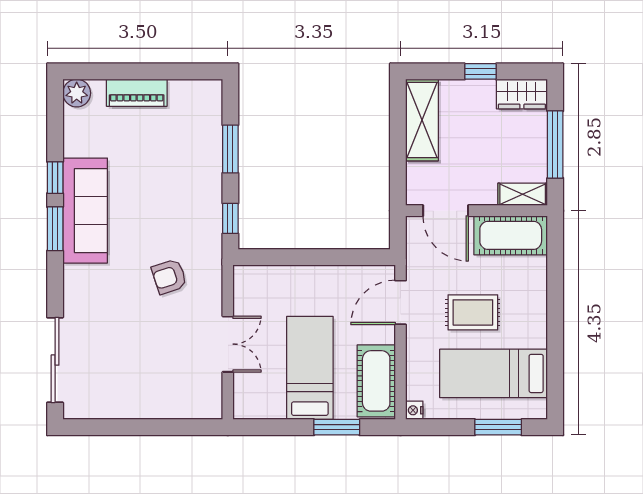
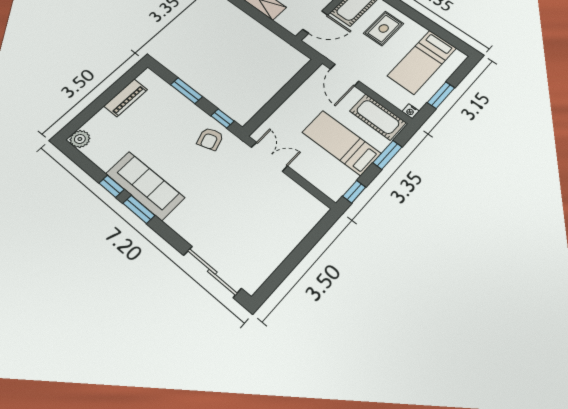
piano: (137, 93) -> (126, 98), moved
armchair: (169, 277) -> (210, 139), moved
rug: (473, 312) -> (384, 28), moved
double door: (228, 344) -> (269, 157), moved
window: (263, 427) -> (354, 192), added
window: (498, 427) -> (441, 95), moved

